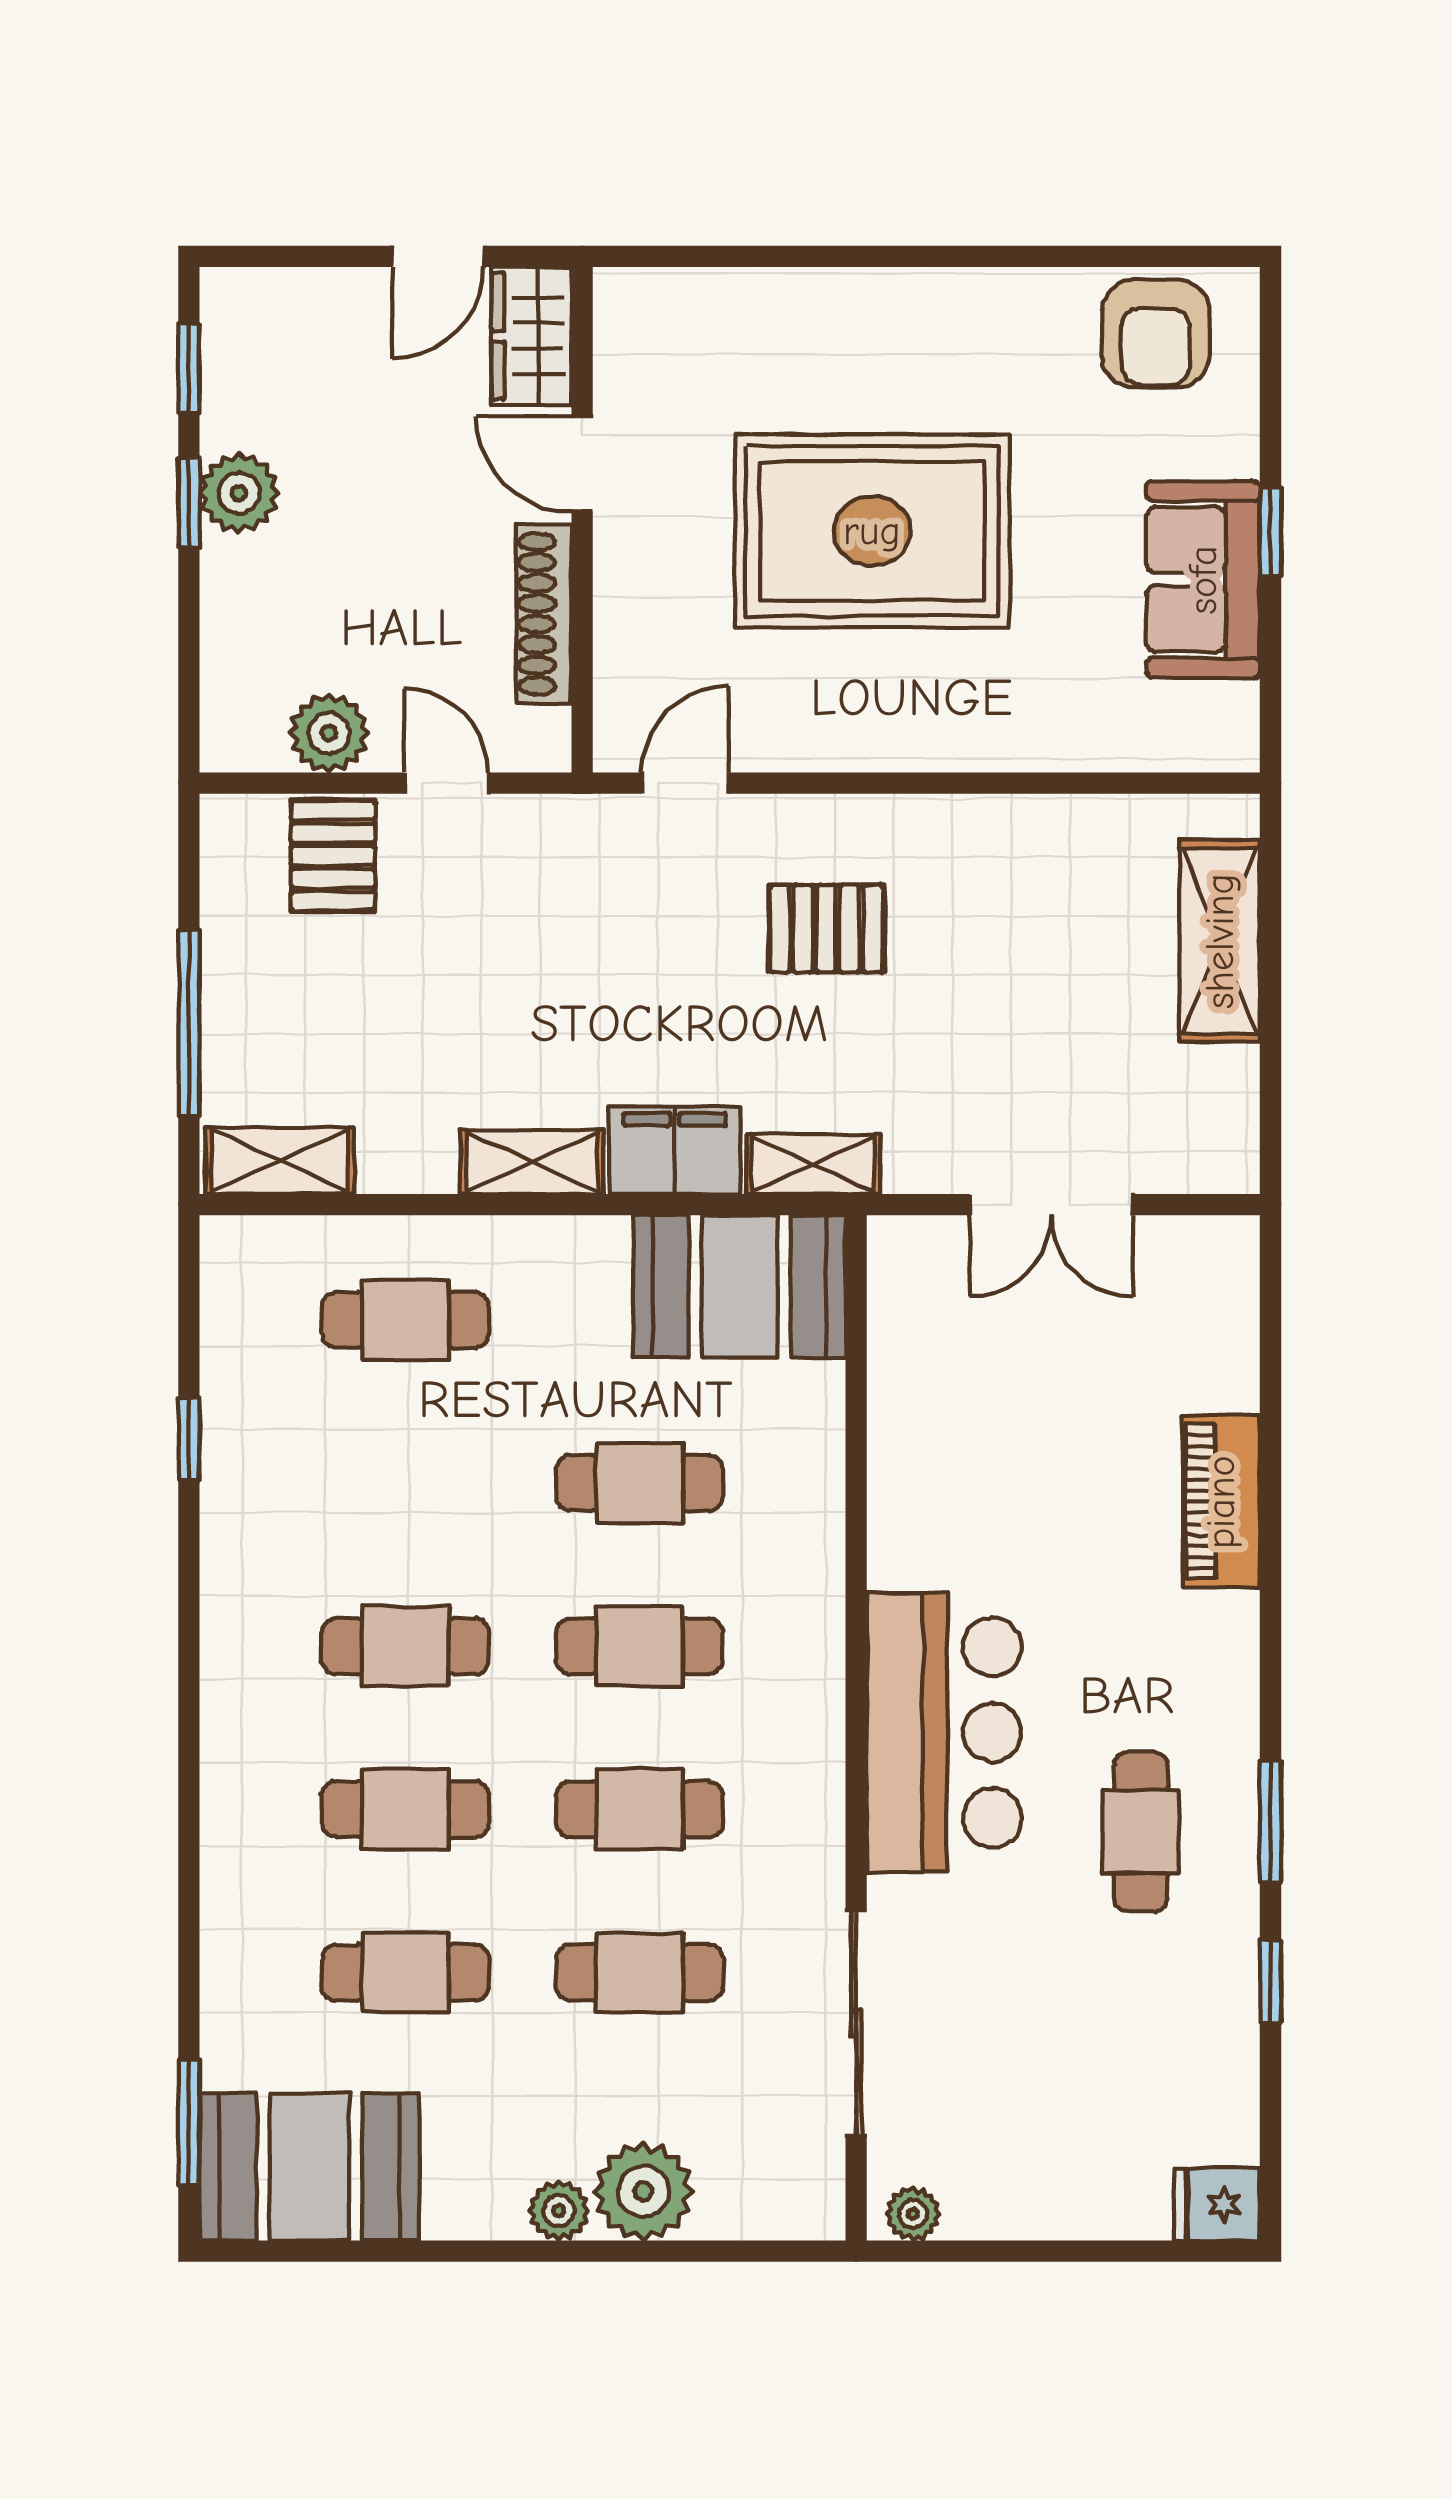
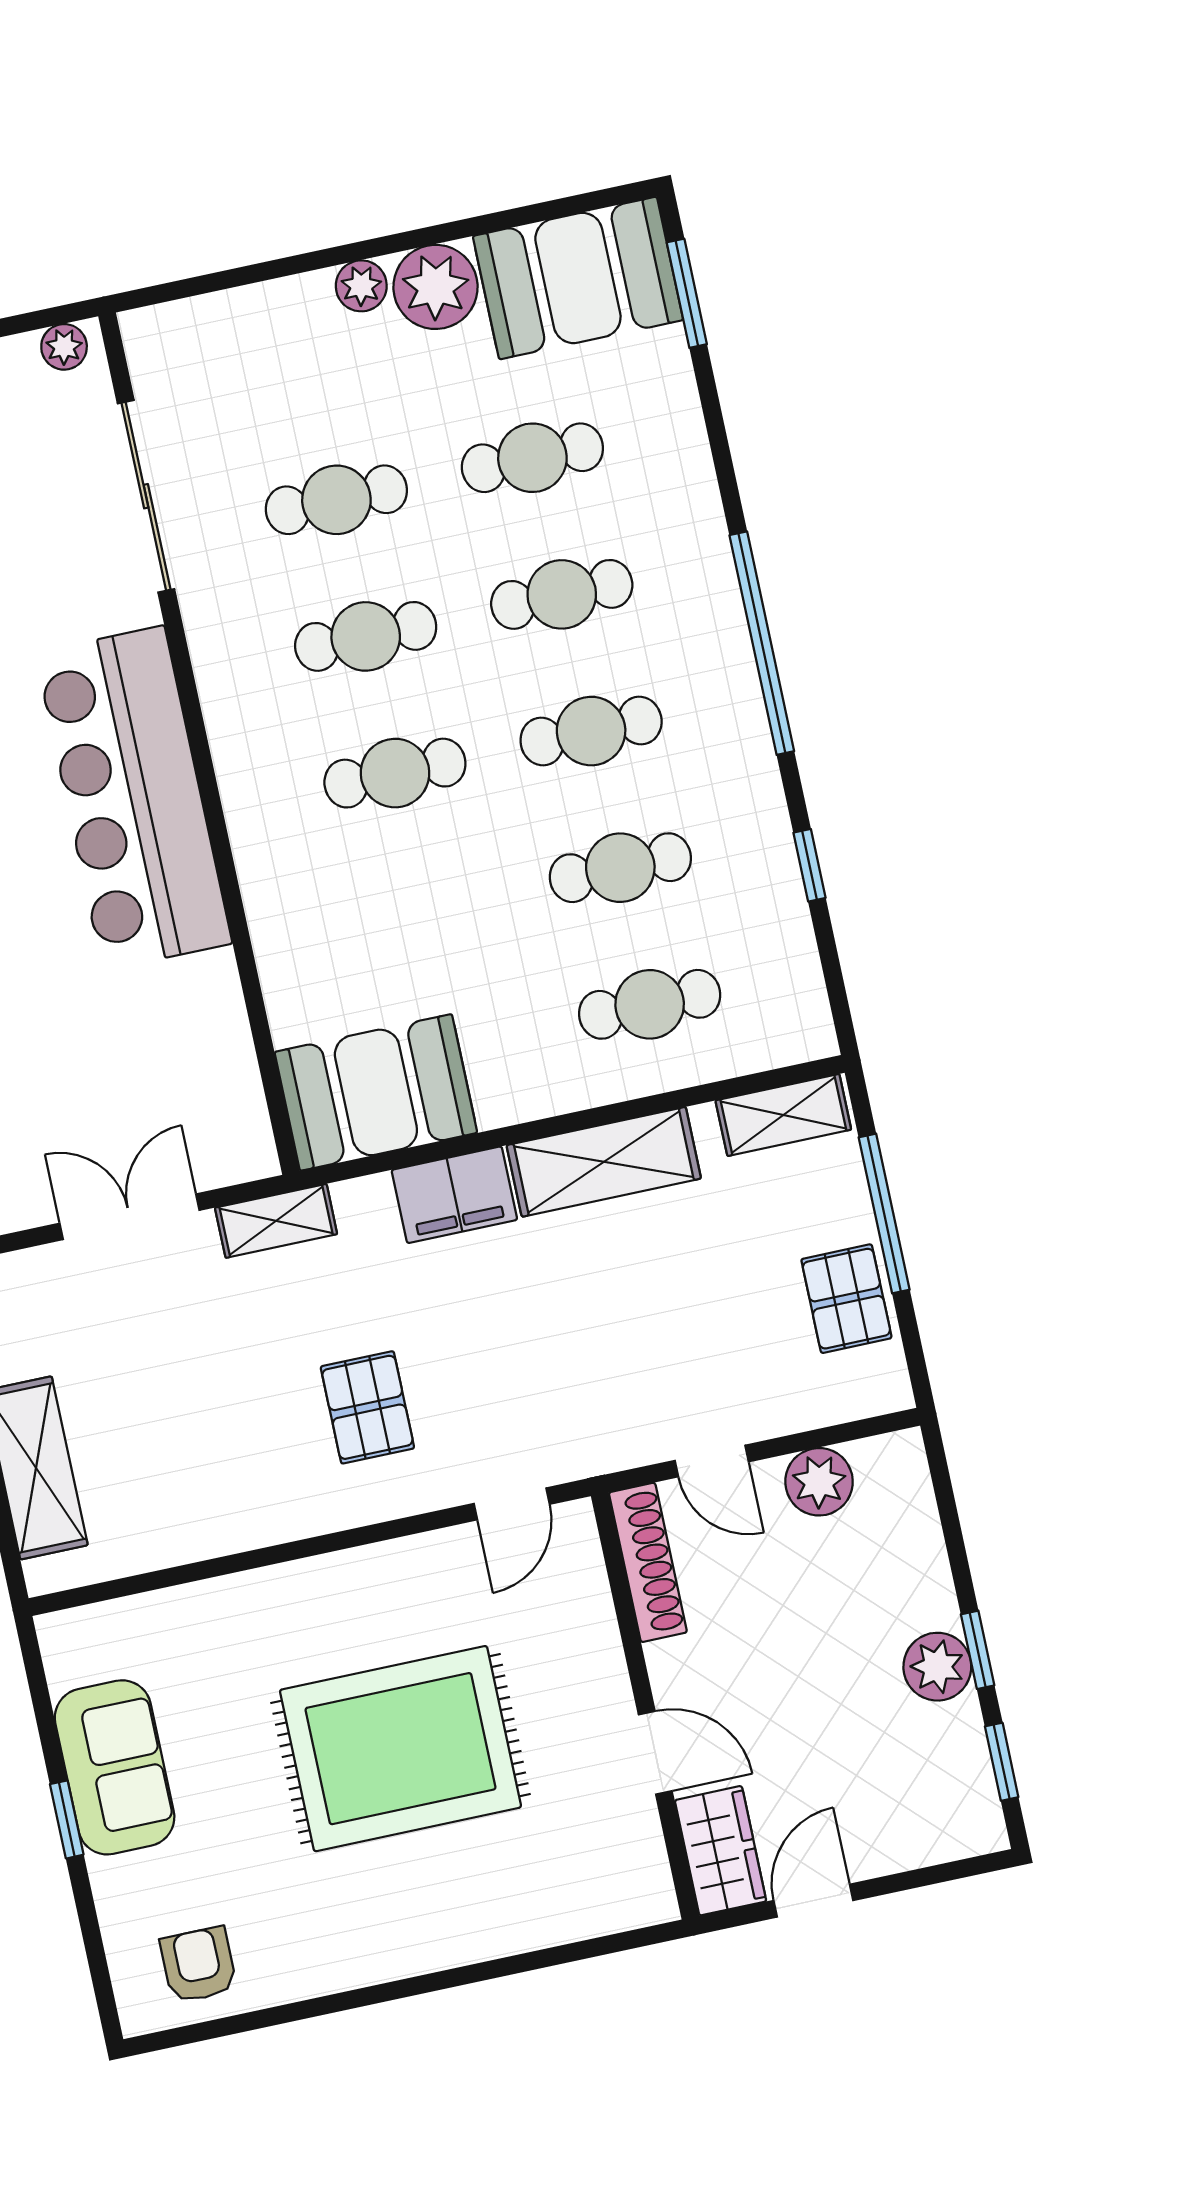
armchair: (1156, 334) -> (198, 1965), width x0.72, depth x0.72
shoe rack: (544, 614) -> (648, 1562), moved
pallet: (333, 856) -> (846, 1299), moved
pallet: (826, 929) -> (367, 1407), turned 90
shelving: (532, 1162) -> (604, 1162), width x1.50, depth x1.33
shelving: (813, 1164) -> (276, 1221), moved
cafe table: (640, 1483) -> (620, 868), moved
window: (189, 1705) -> (762, 643), added
bar counter: (944, 1732) -> (134, 798), width x1.36
plant: (643, 2191) -> (436, 287), moved

